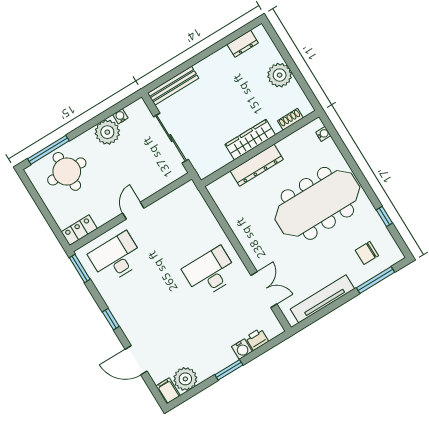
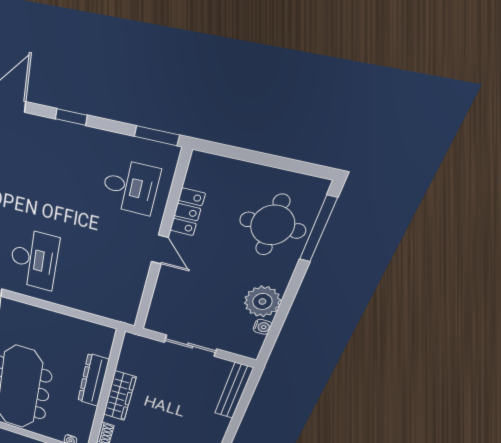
sliding door: (171, 138) -> (190, 346), width x0.73
locker: (79, 230) -> (187, 212), moved
desk: (116, 258) -> (130, 187), width x0.73

